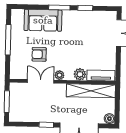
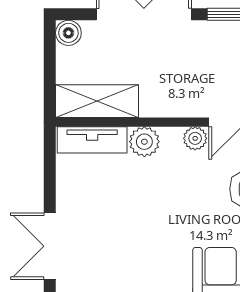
shelving: (91, 91) -> (97, 101), width x0.68

